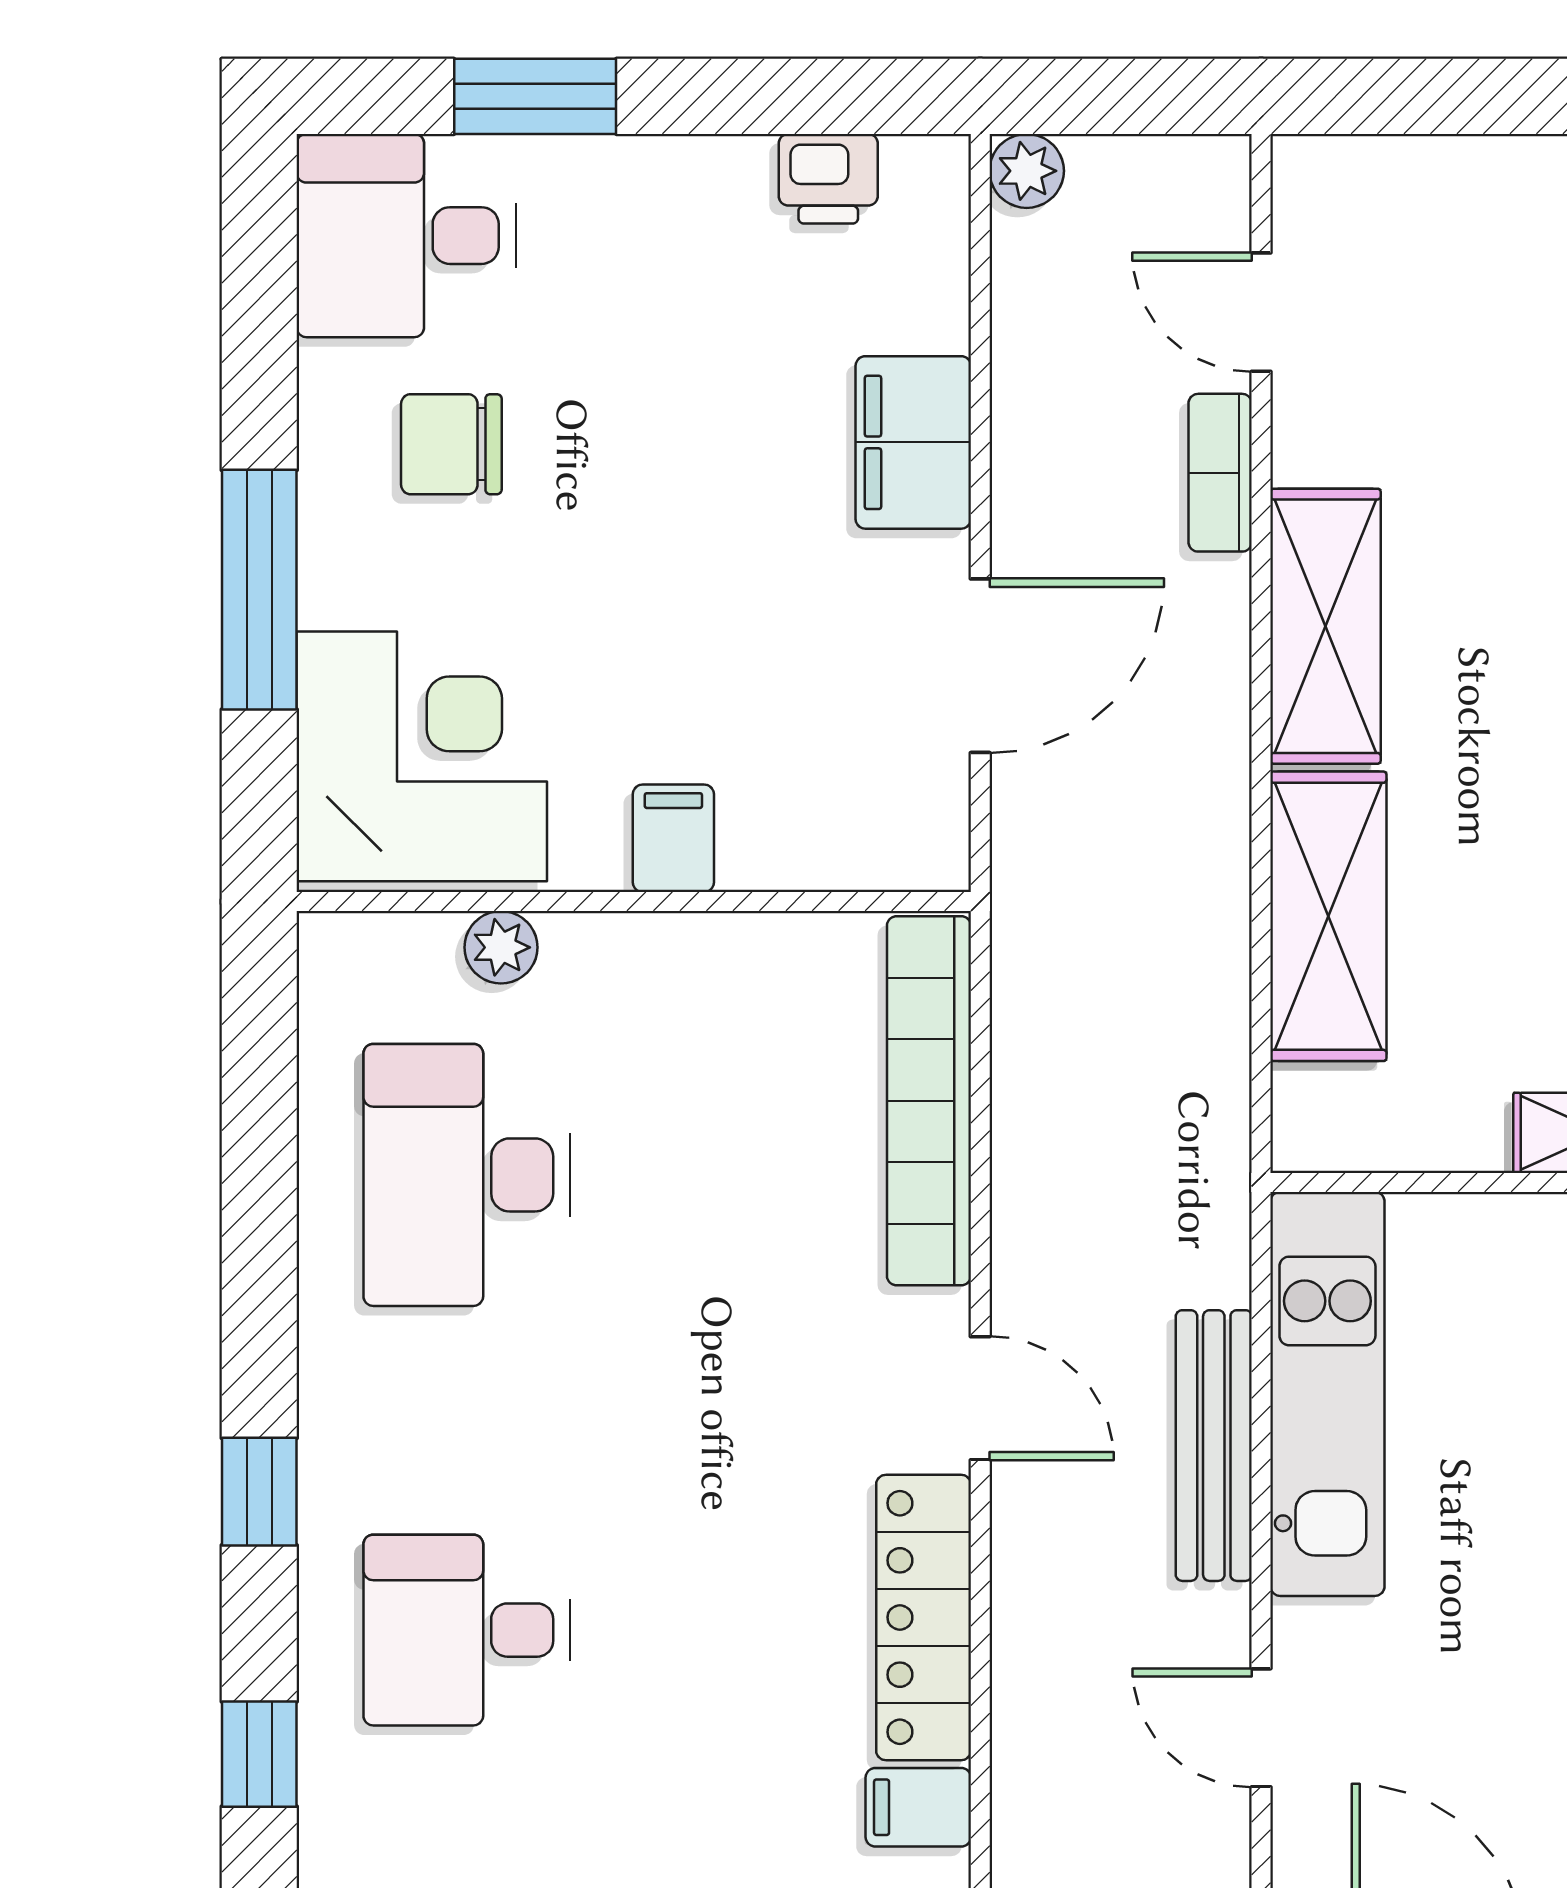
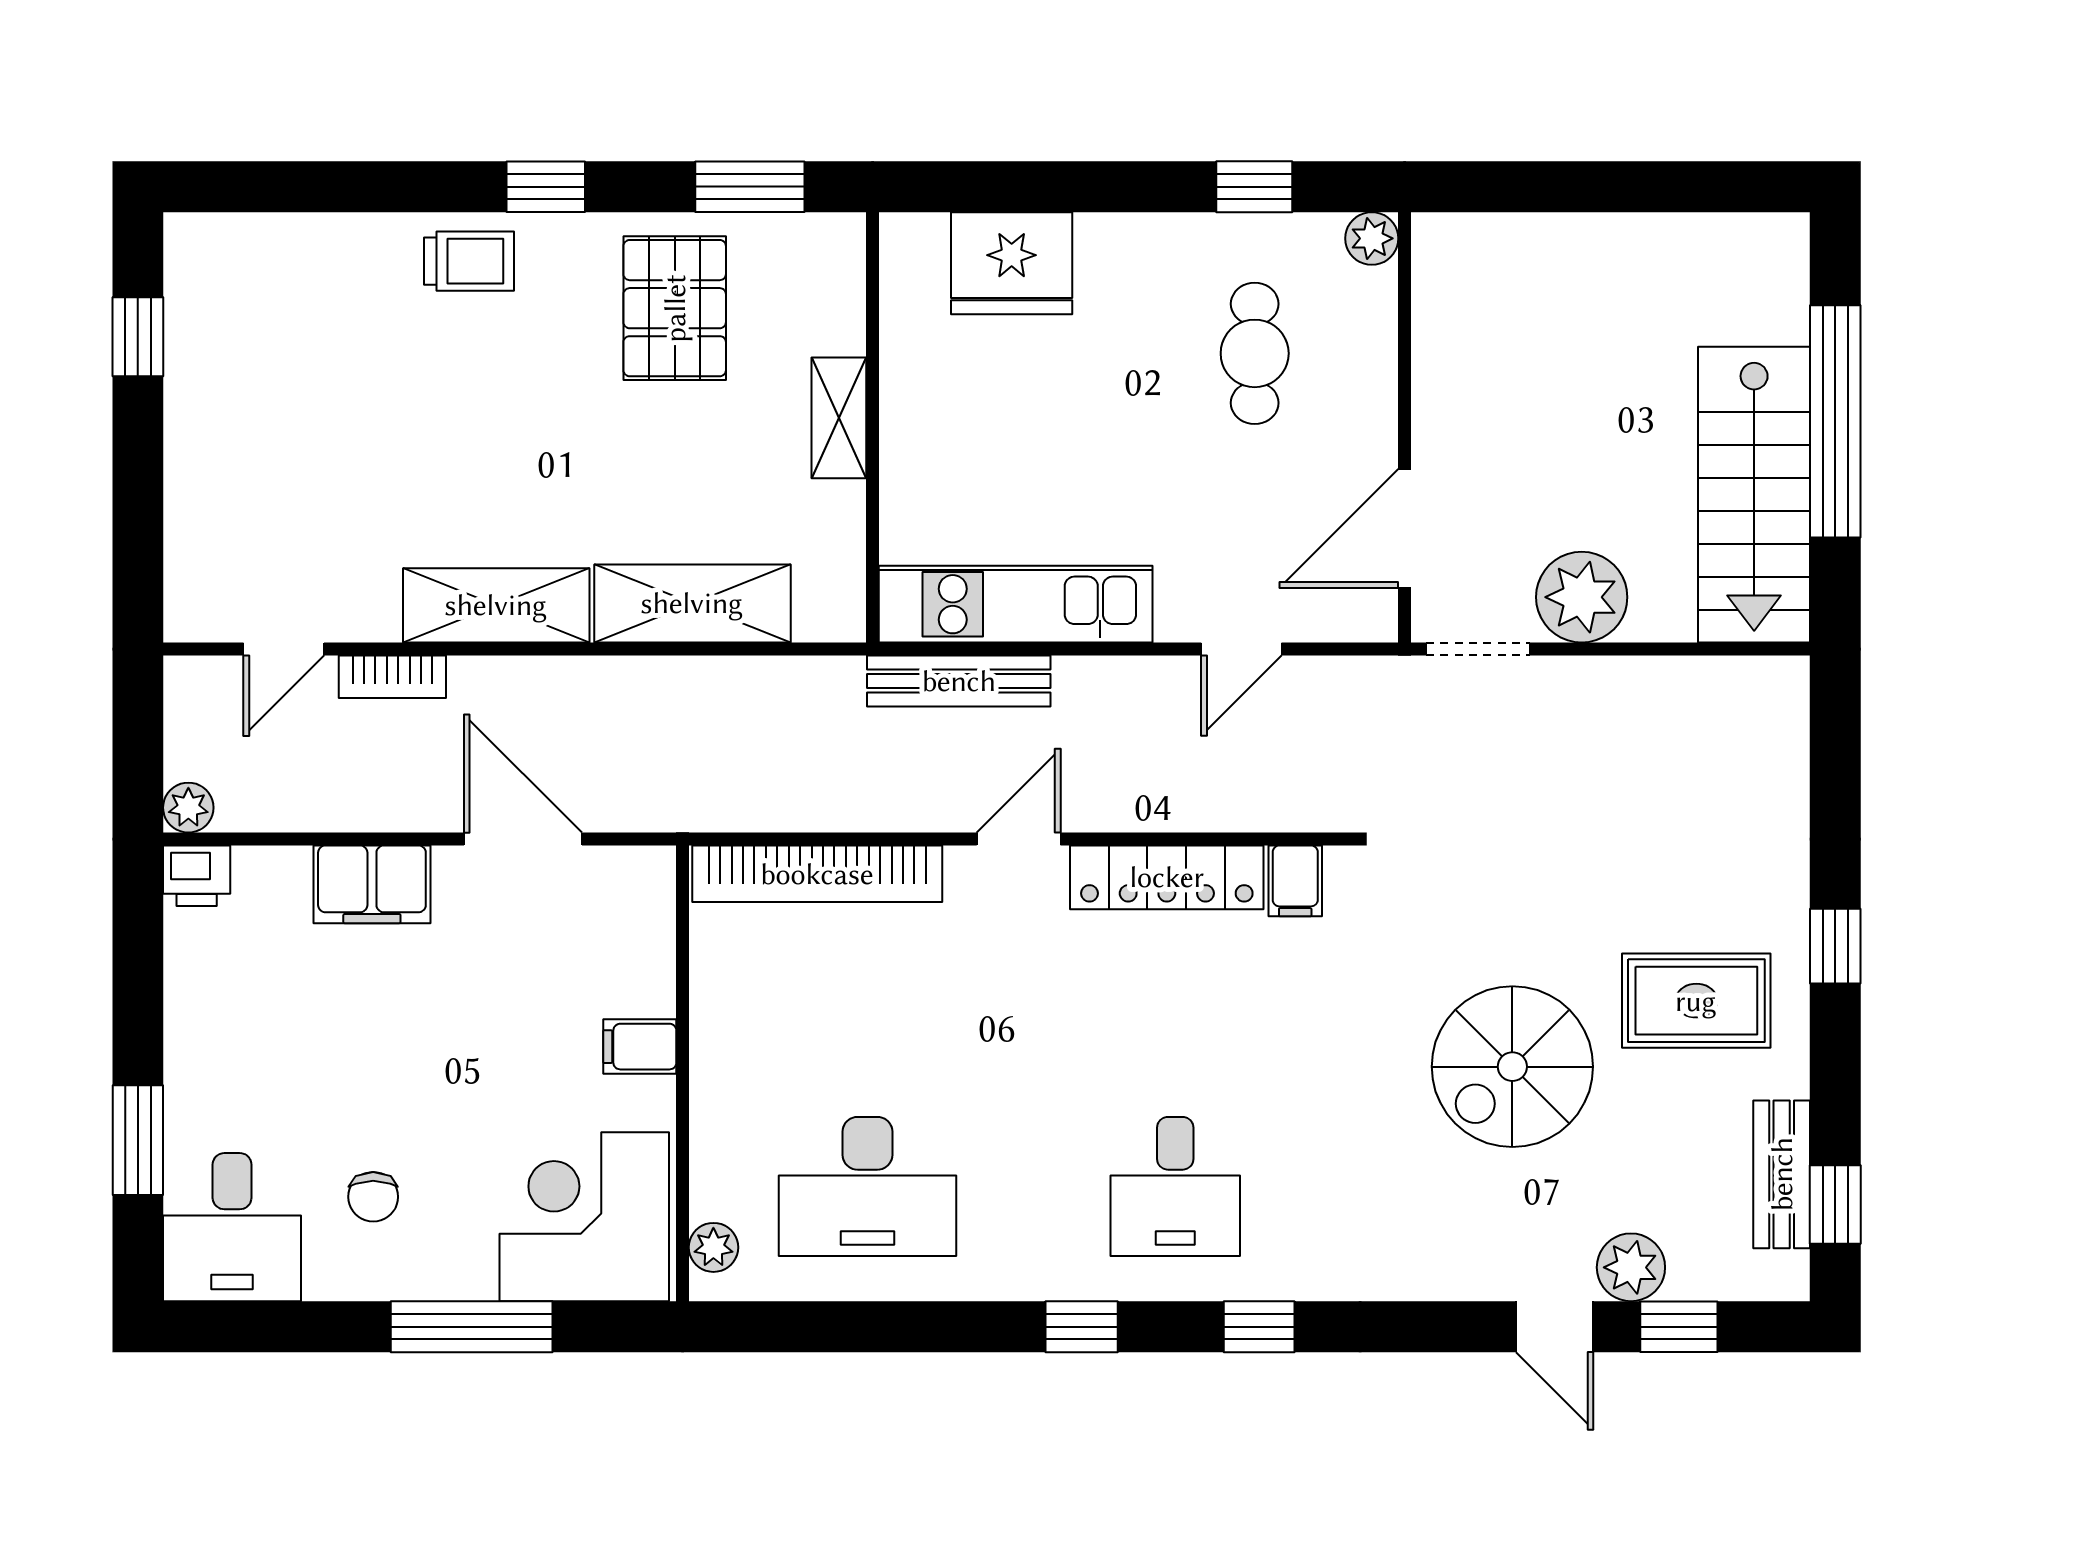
printer: (828, 179) -> (197, 876), moved, turned 90
chair: (451, 444) -> (373, 1197), width x0.73, depth x0.73
plant: (501, 947) -> (713, 1247), moved
bench: (1214, 1446) -> (959, 681), moved

